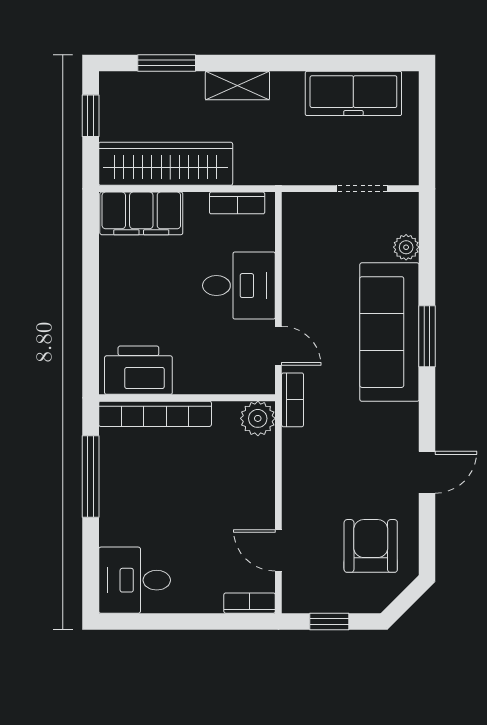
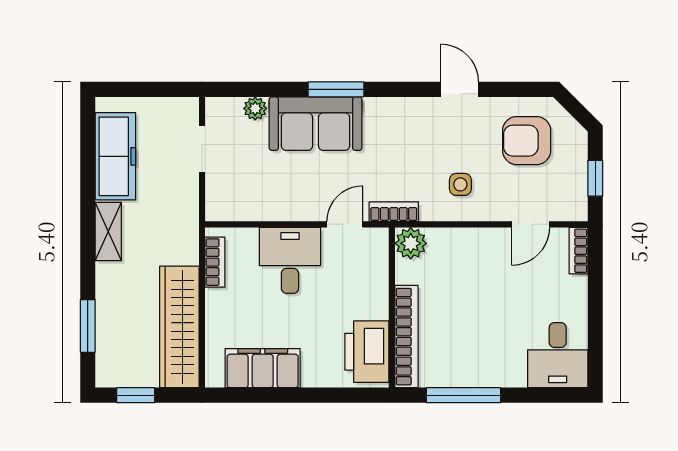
shelving: (237, 86) -> (108, 232), moved
filing cabinet: (141, 213) -> (263, 368), moved, turned -90
sofa: (389, 332) -> (316, 124), width x0.73
side table: (323, 473) -> (460, 184), added

